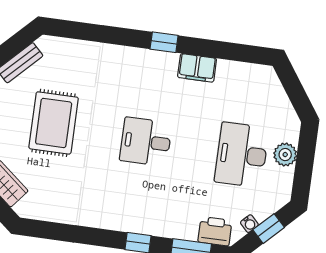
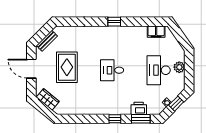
filing cabinet: (197, 68) -> (156, 32), moved
printer: (215, 231) -> (139, 108), moved

